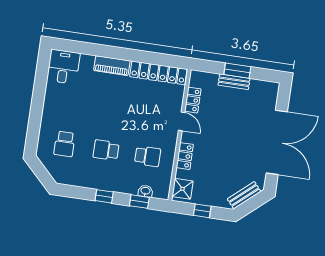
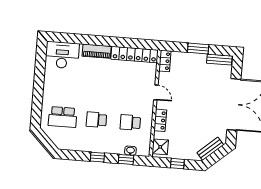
desk: (63, 67) -> (62, 55), width x1.37
bench: (234, 82) -> (219, 60), moved
locker: (193, 100) -> (165, 61), moved
school desk: (65, 144) -> (63, 117), width x1.85
school desk: (148, 156) -> (130, 122), turned 180

